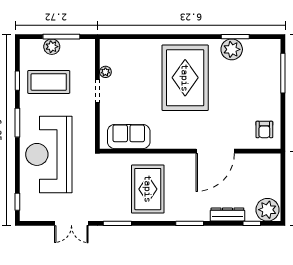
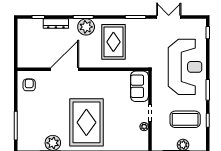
sofa: (129, 137) -> (139, 86), moved, turned 90
plant: (267, 210) -> (86, 27), moved

